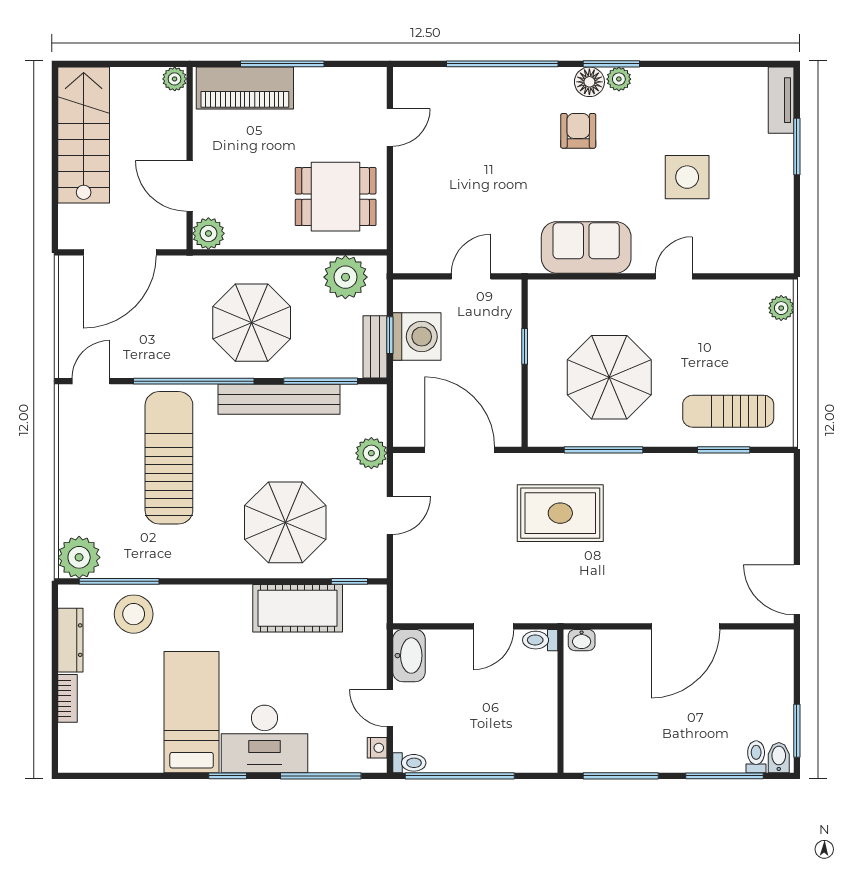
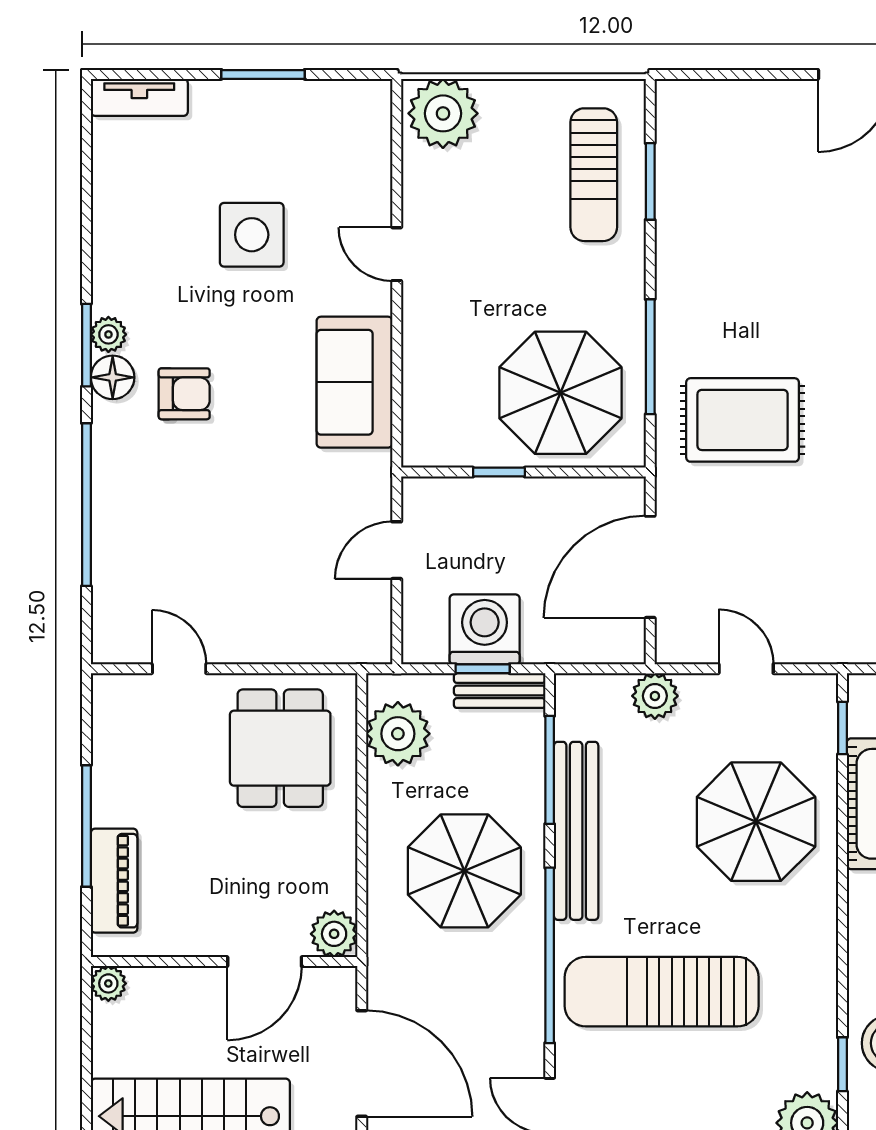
piano: (245, 88) -> (114, 881), width x0.73, depth x0.75
armchair: (578, 131) -> (184, 394), turned 180
window: (797, 146) -> (263, 74), moved
door: (471, 276) -> (397, 550), hinge flipped
plant: (781, 308) -> (443, 113), width x1.87, depth x1.87
parasol: (609, 377) -> (560, 393), moved
rug: (560, 513) -> (743, 420), turned 90
window: (119, 581) -> (842, 1064), width x0.46

